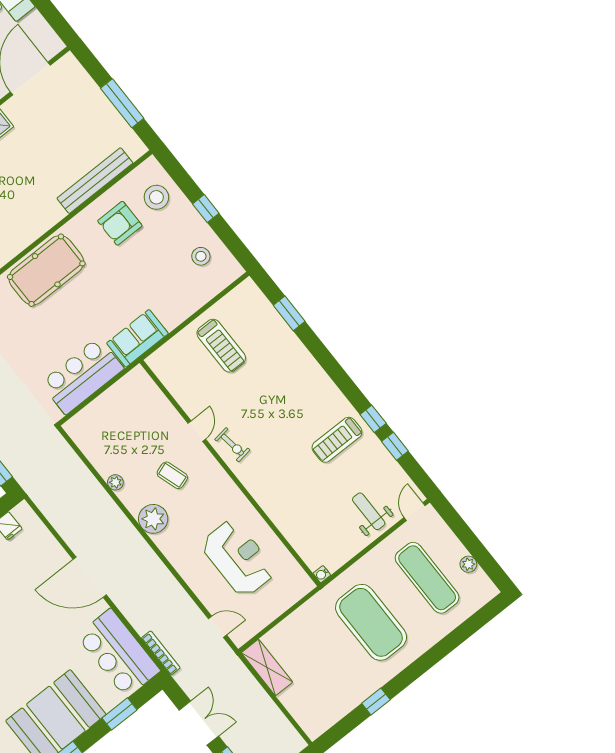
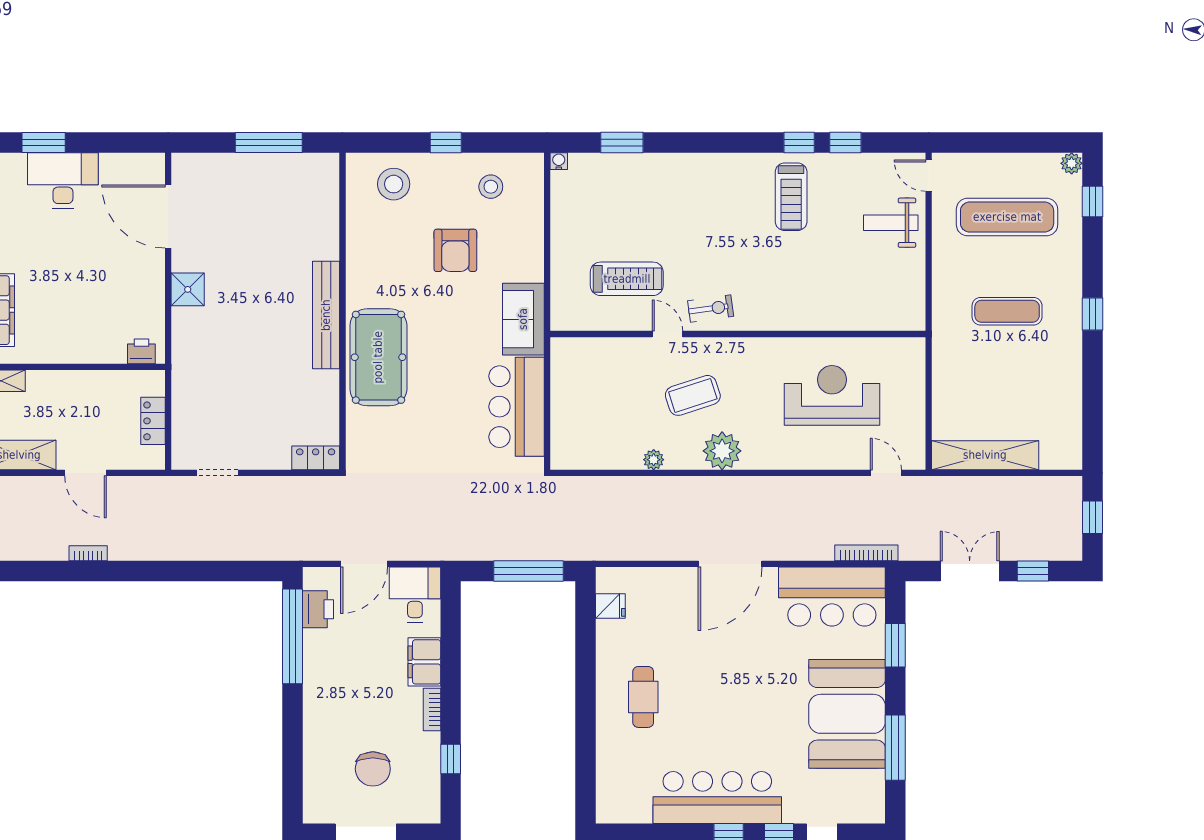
bench: (95, 181) -> (326, 315), moved
armchair: (120, 223) -> (455, 250), moved
treadmill: (221, 346) -> (627, 279), moved
coffee table: (172, 475) -> (693, 395), width x1.36, depth x1.30
plant: (468, 564) -> (1072, 163), moved
water cooler: (322, 574) -> (559, 161), moved, turned 180
window: (477, 621) -> (1092, 202), added
exercise mat: (371, 622) -> (1007, 311), width x0.50, depth x0.69
door: (217, 627) -> (886, 473), hinge flipped
shelving: (267, 667) -> (985, 455), width x1.47
window: (376, 701) -> (1092, 314), moved

